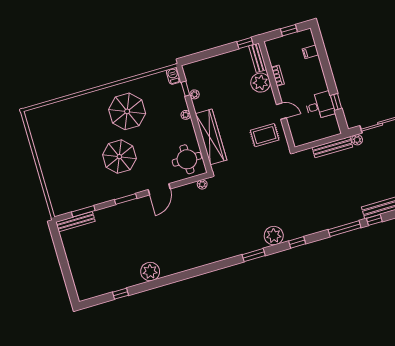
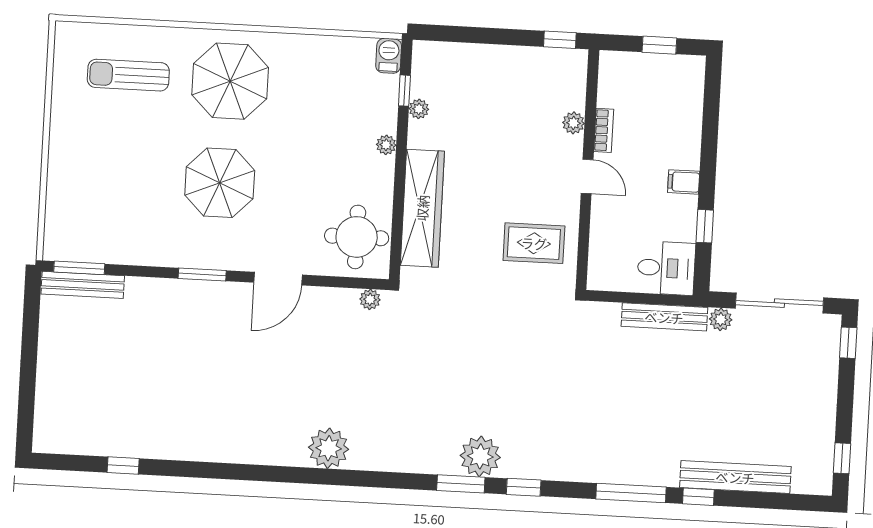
filing cabinet: (310, 52) -> (684, 182), moved
bench: (258, 58) -> (575, 79), removed
plant: (260, 83) -> (573, 123), width x0.53, depth x0.53
desk: (320, 106) -> (666, 268), moved
parasol: (127, 111) -> (230, 81), moved
door: (281, 111) -> (587, 176), moved
sun lounger: (63, 124) -> (128, 75), added
window: (83, 211) -> (79, 268), moved
window: (254, 255) -> (461, 484), moved
plant: (150, 272) -> (329, 448), moved

